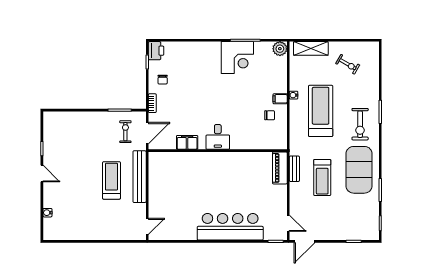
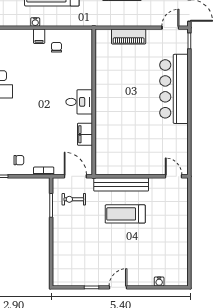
piano: (280, 168) -> (129, 36), moved
bench: (294, 169) -> (113, 21), removed

